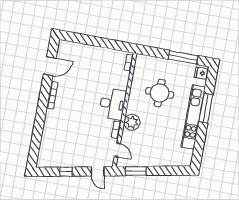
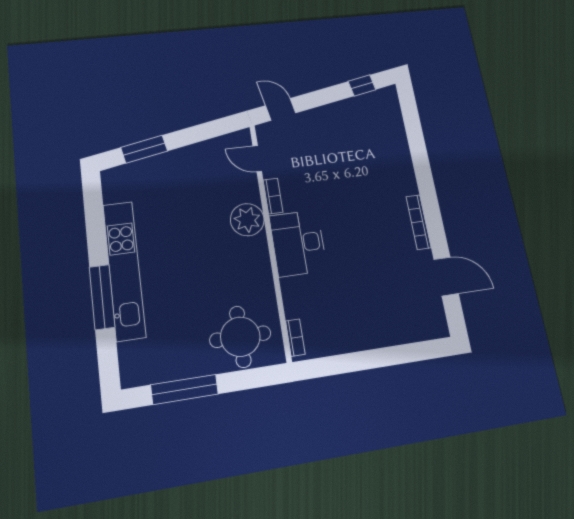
door: (50, 66) -> (446, 276), swing flipped
fridge: (201, 73) -> (134, 369), removed
round table: (160, 93) -> (240, 337), moved
window: (136, 171) -> (144, 149), moved
window: (66, 172) -> (362, 85), moved

